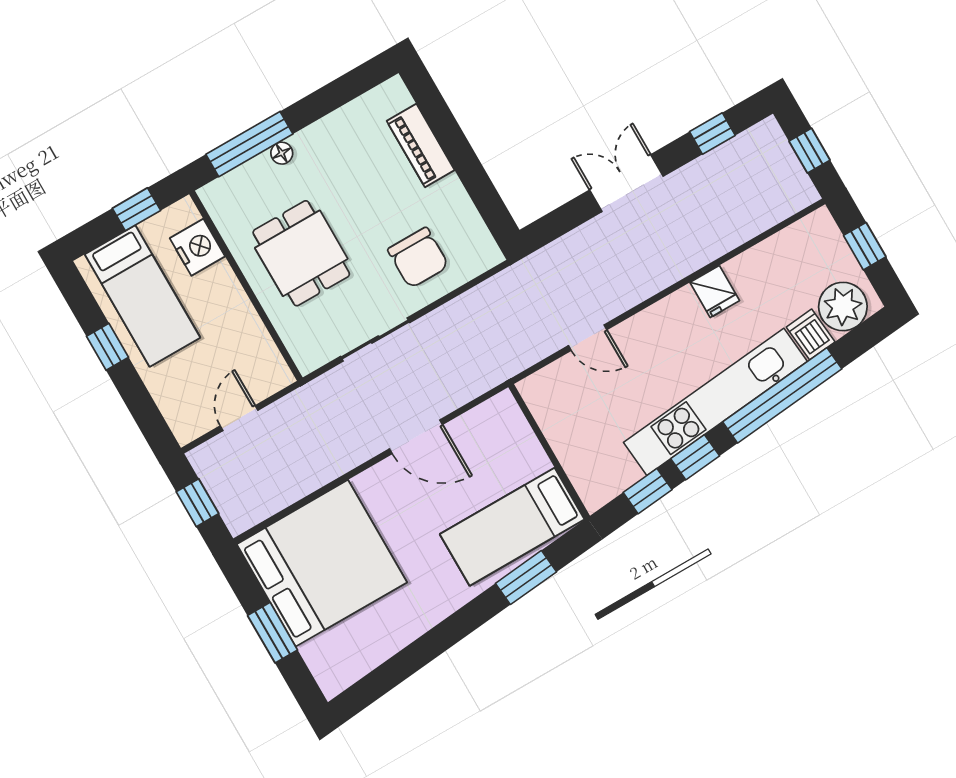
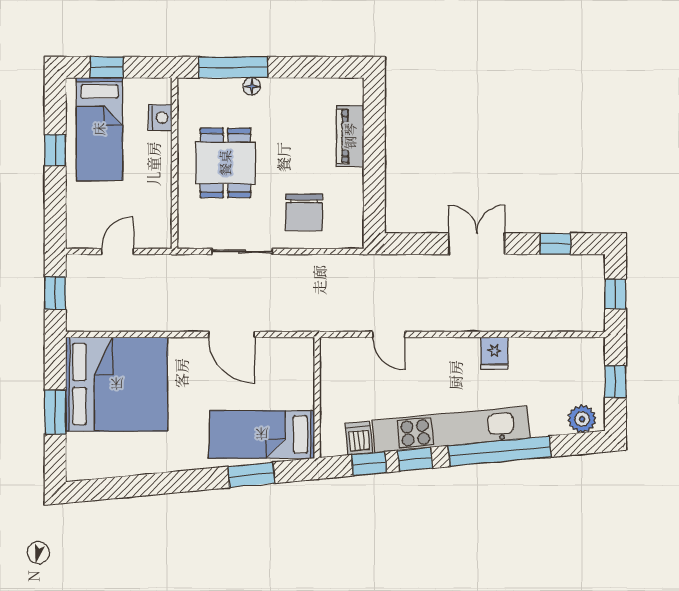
window: (136, 209) -> (107, 67), moved
nightstand: (197, 247) -> (160, 118), width x0.74, depth x0.75
plant: (843, 307) -> (582, 419), width x0.73, depth x0.73
dishwasher: (811, 334) -> (359, 438), moved

